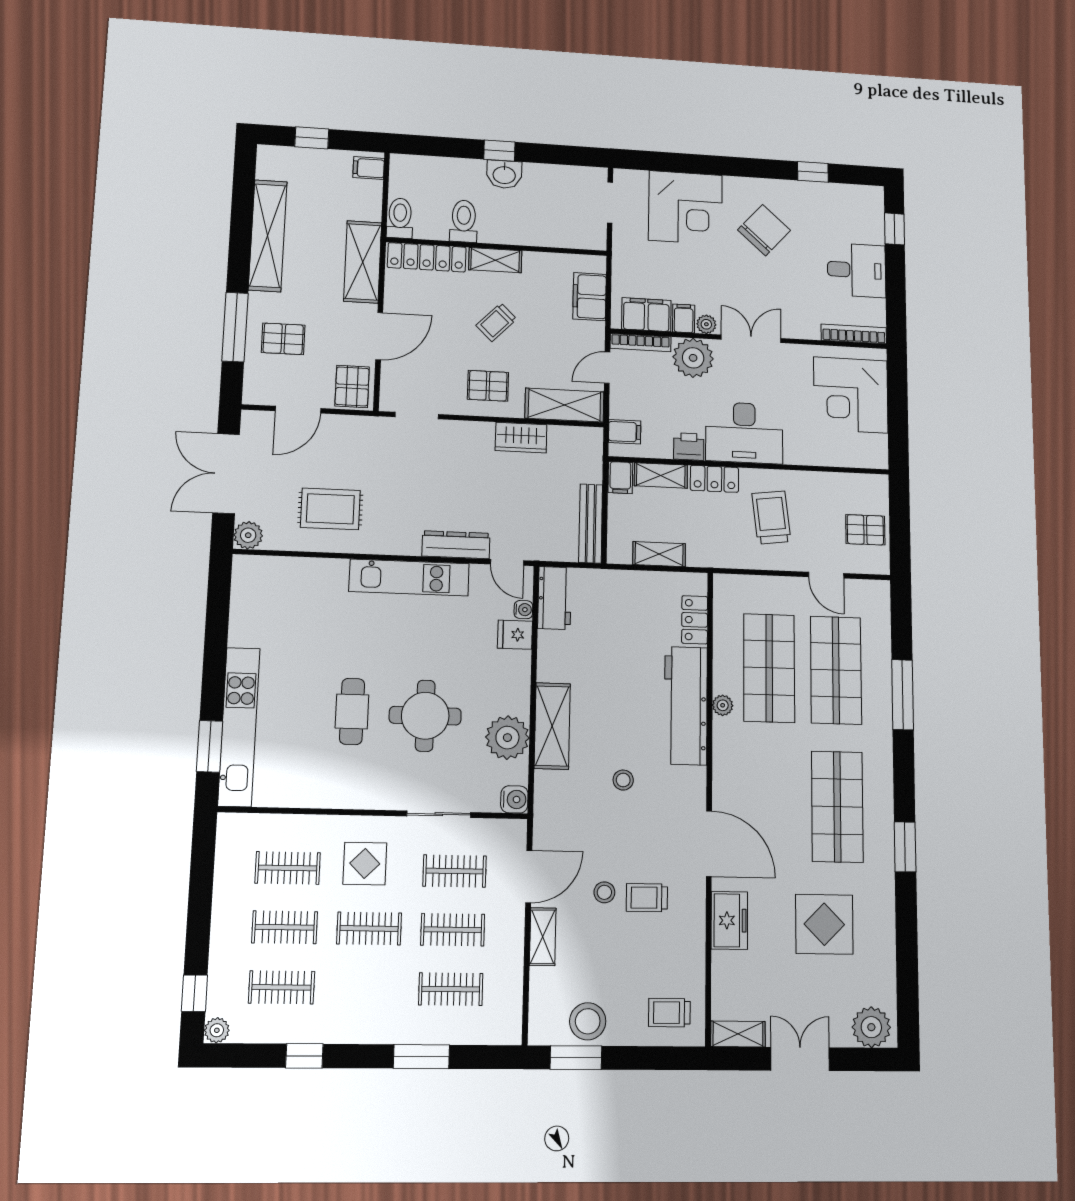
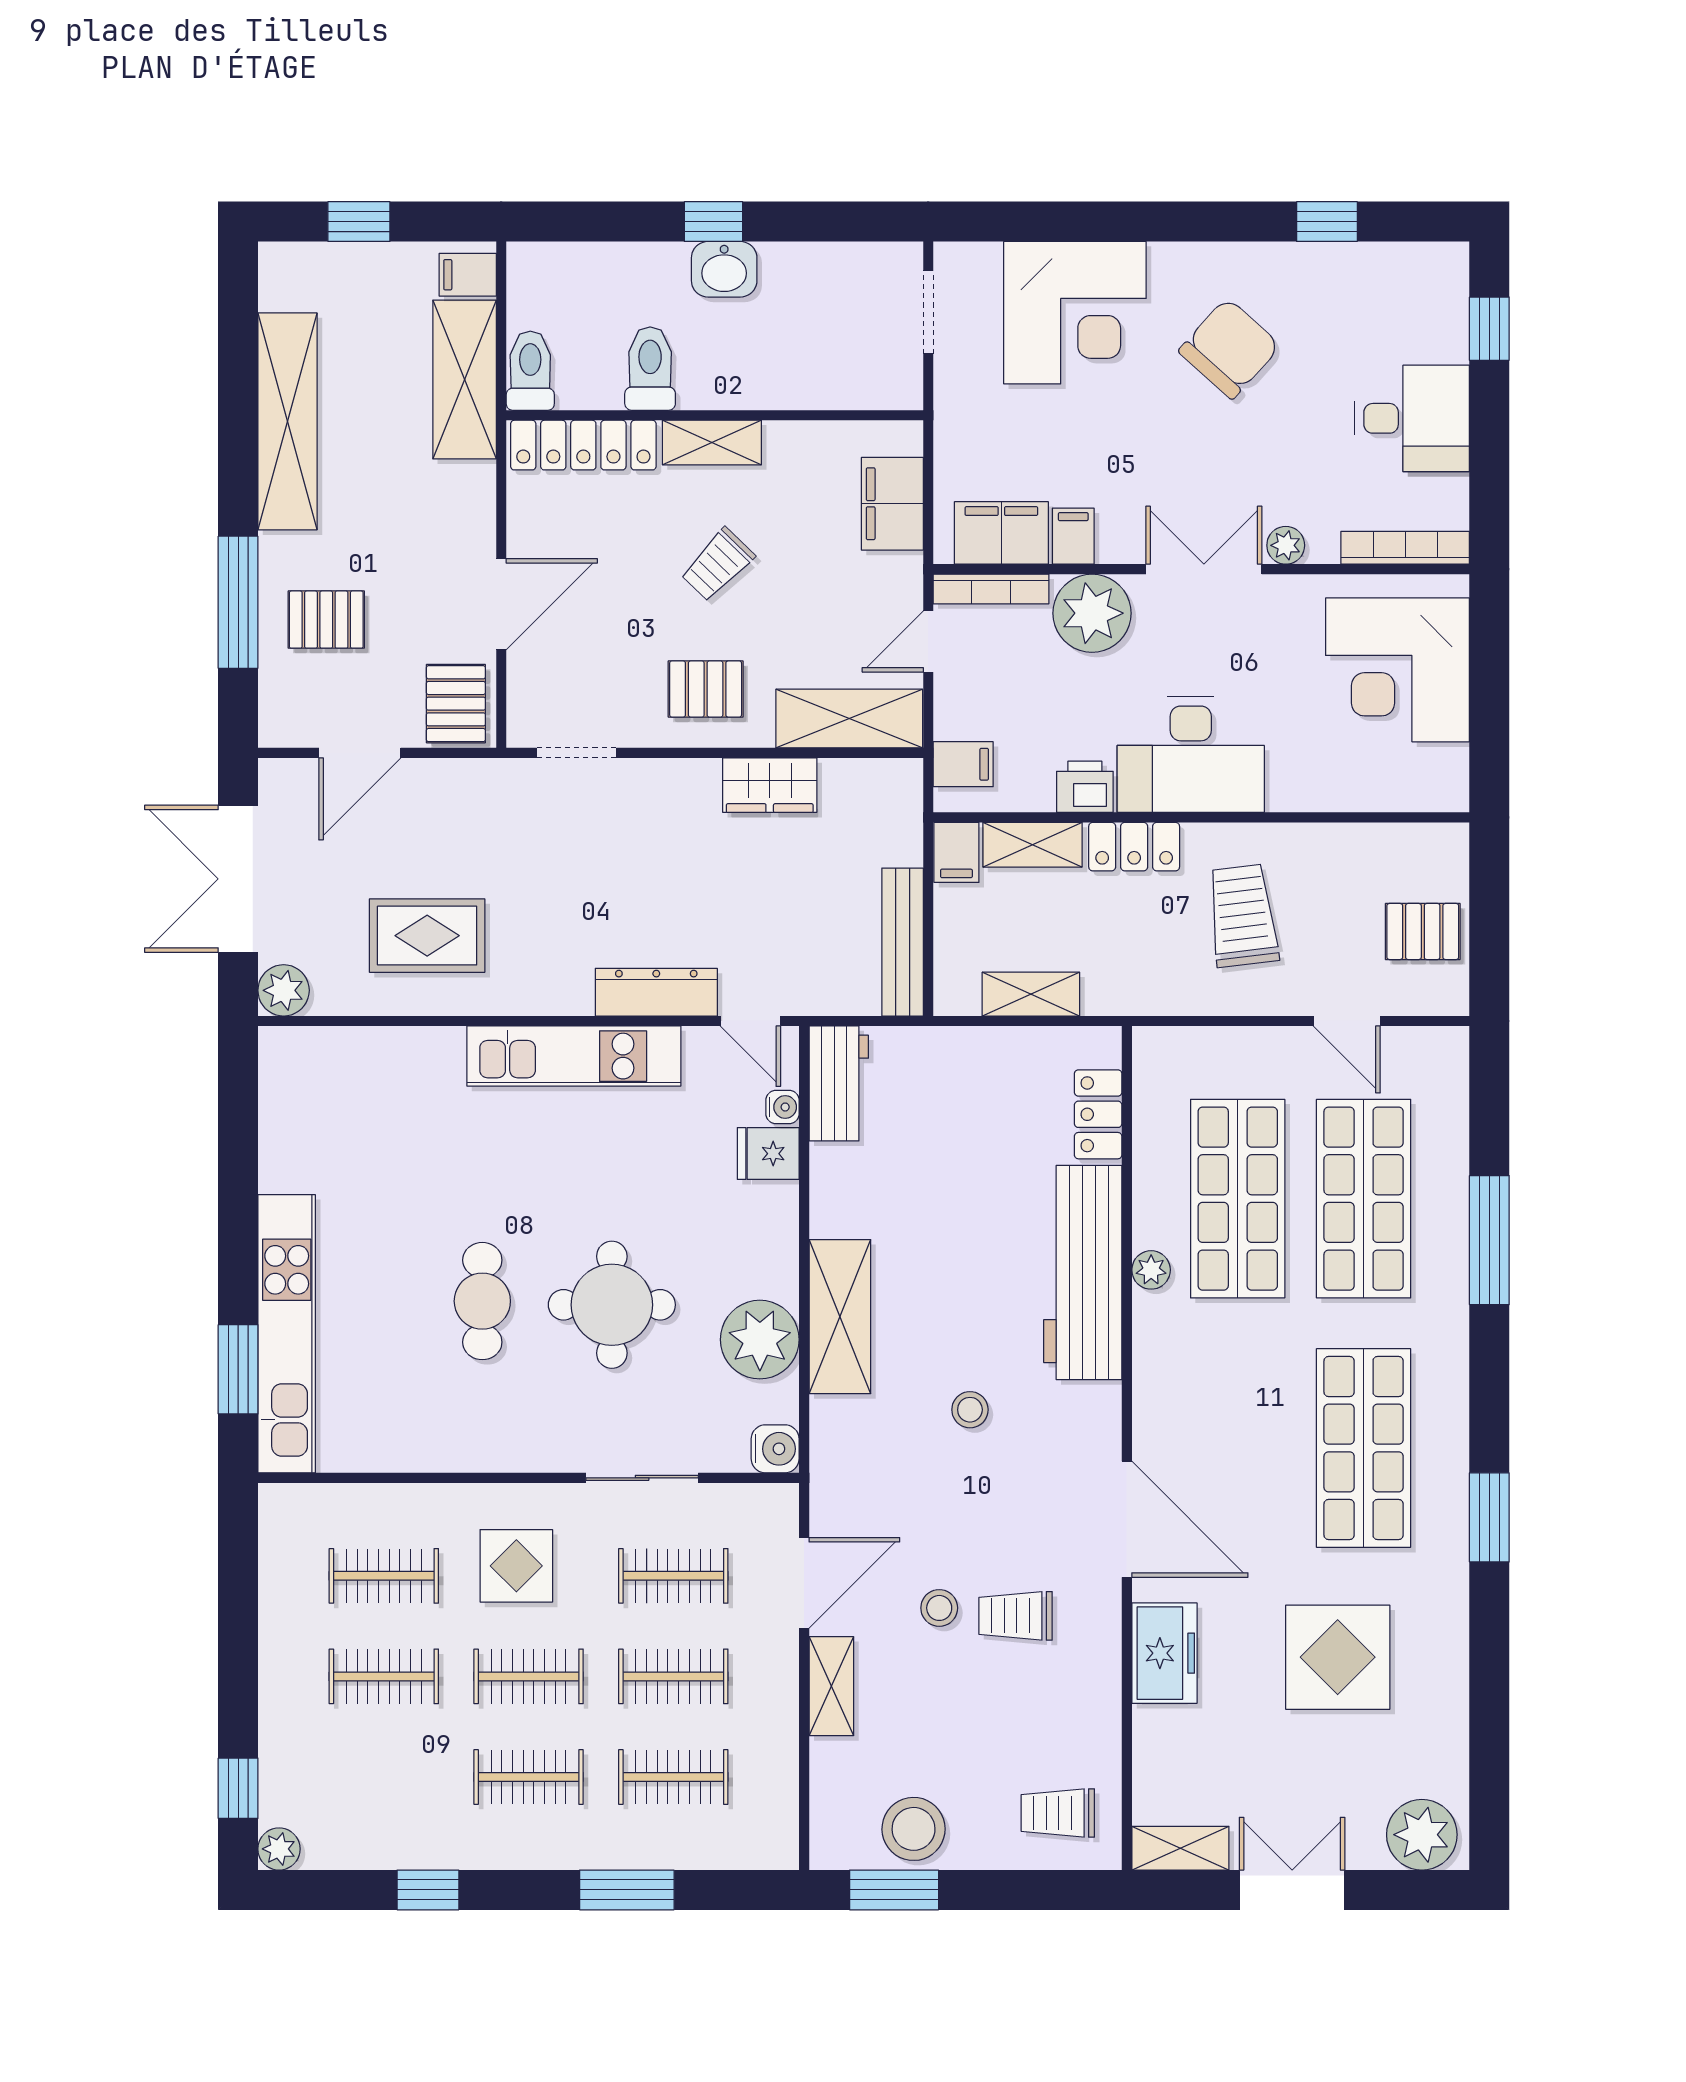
shelving: (363, 262) -> (465, 380), moved
plant: (706, 324) -> (1286, 545), moved
clothes rail: (282, 987) -> (529, 1777), moved

